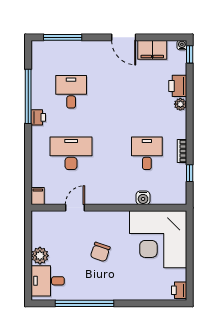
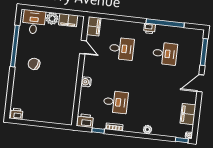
door: (124, 37) -> (200, 83), moved
printer: (178, 86) -> (85, 121), moved
desk: (71, 153) -> (122, 49), width x0.73
filing cabinet: (38, 196) -> (94, 26), width x2.00
water cooler: (143, 198) -> (86, 82), moved
filing cabinet: (40, 233) -> (68, 20), added
corner desk: (158, 239) -> (54, 103), removed
chair: (100, 252) -> (34, 64), moved

